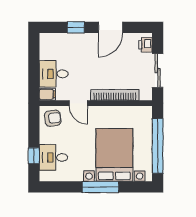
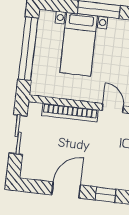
printer: (145, 45) -> (28, 165), removed
bed with nightstands: (114, 155) -> (79, 44), width x0.73

